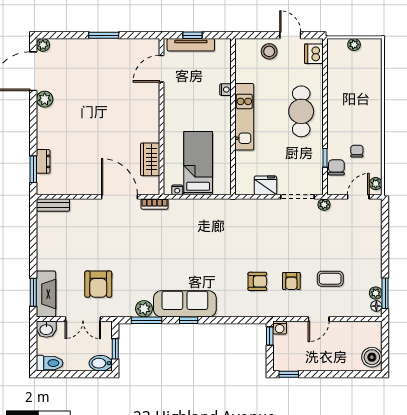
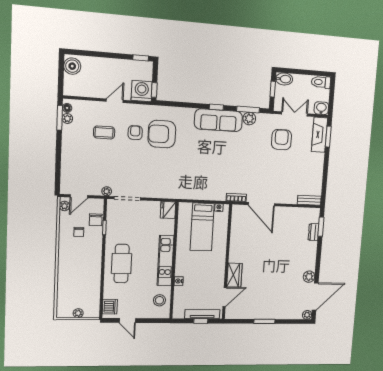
stool: (269, 51) -> (159, 300), moved
wardrobe: (150, 159) -> (234, 275), moved
fridge: (265, 185) -> (168, 210), moved, turned 90
armchair: (257, 281) -> (162, 134), width x1.88, depth x1.88
washing machine: (280, 328) -> (142, 91), width x1.89, depth x1.89

